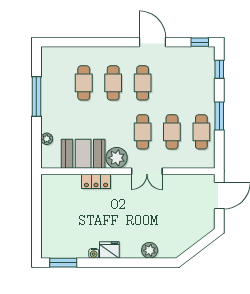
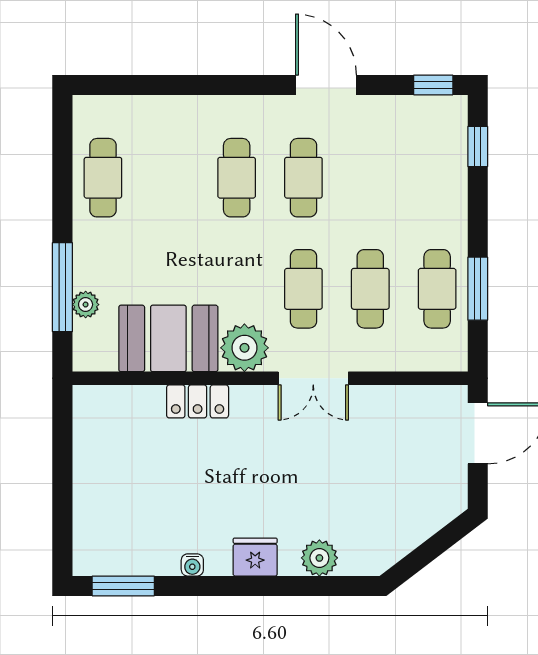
cafe table: (84, 83) -> (103, 178), moved
window: (36, 97) -> (62, 287), moved
window: (219, 116) -> (478, 289), moved
fridge: (109, 250) -> (255, 557), moved

